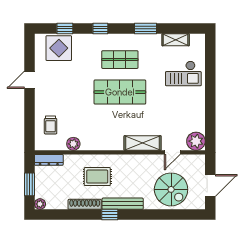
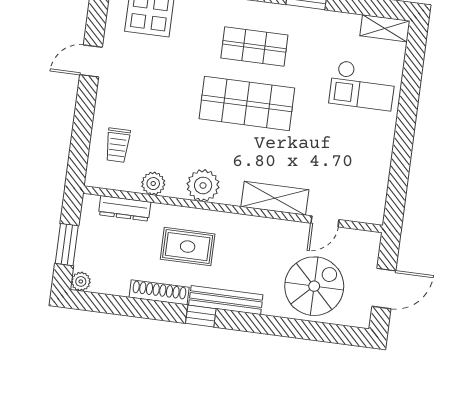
shelving: (176, 40) -> (385, 28), moved
plant: (196, 141) -> (203, 185), moved
dresser: (49, 160) -> (125, 208), moved
spiral stairs: (171, 189) -> (314, 286), turned -90

